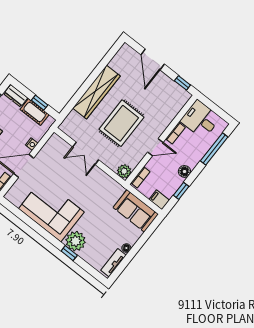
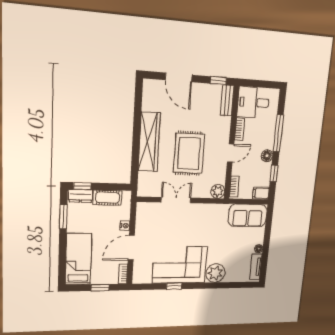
window: (40, 103) -> (82, 186), moved
bench: (180, 103) -> (227, 100), added
window: (214, 149) -> (278, 133), moved
double door: (86, 153) -> (176, 200), swing flipped
window: (69, 253) -> (174, 286), moved

